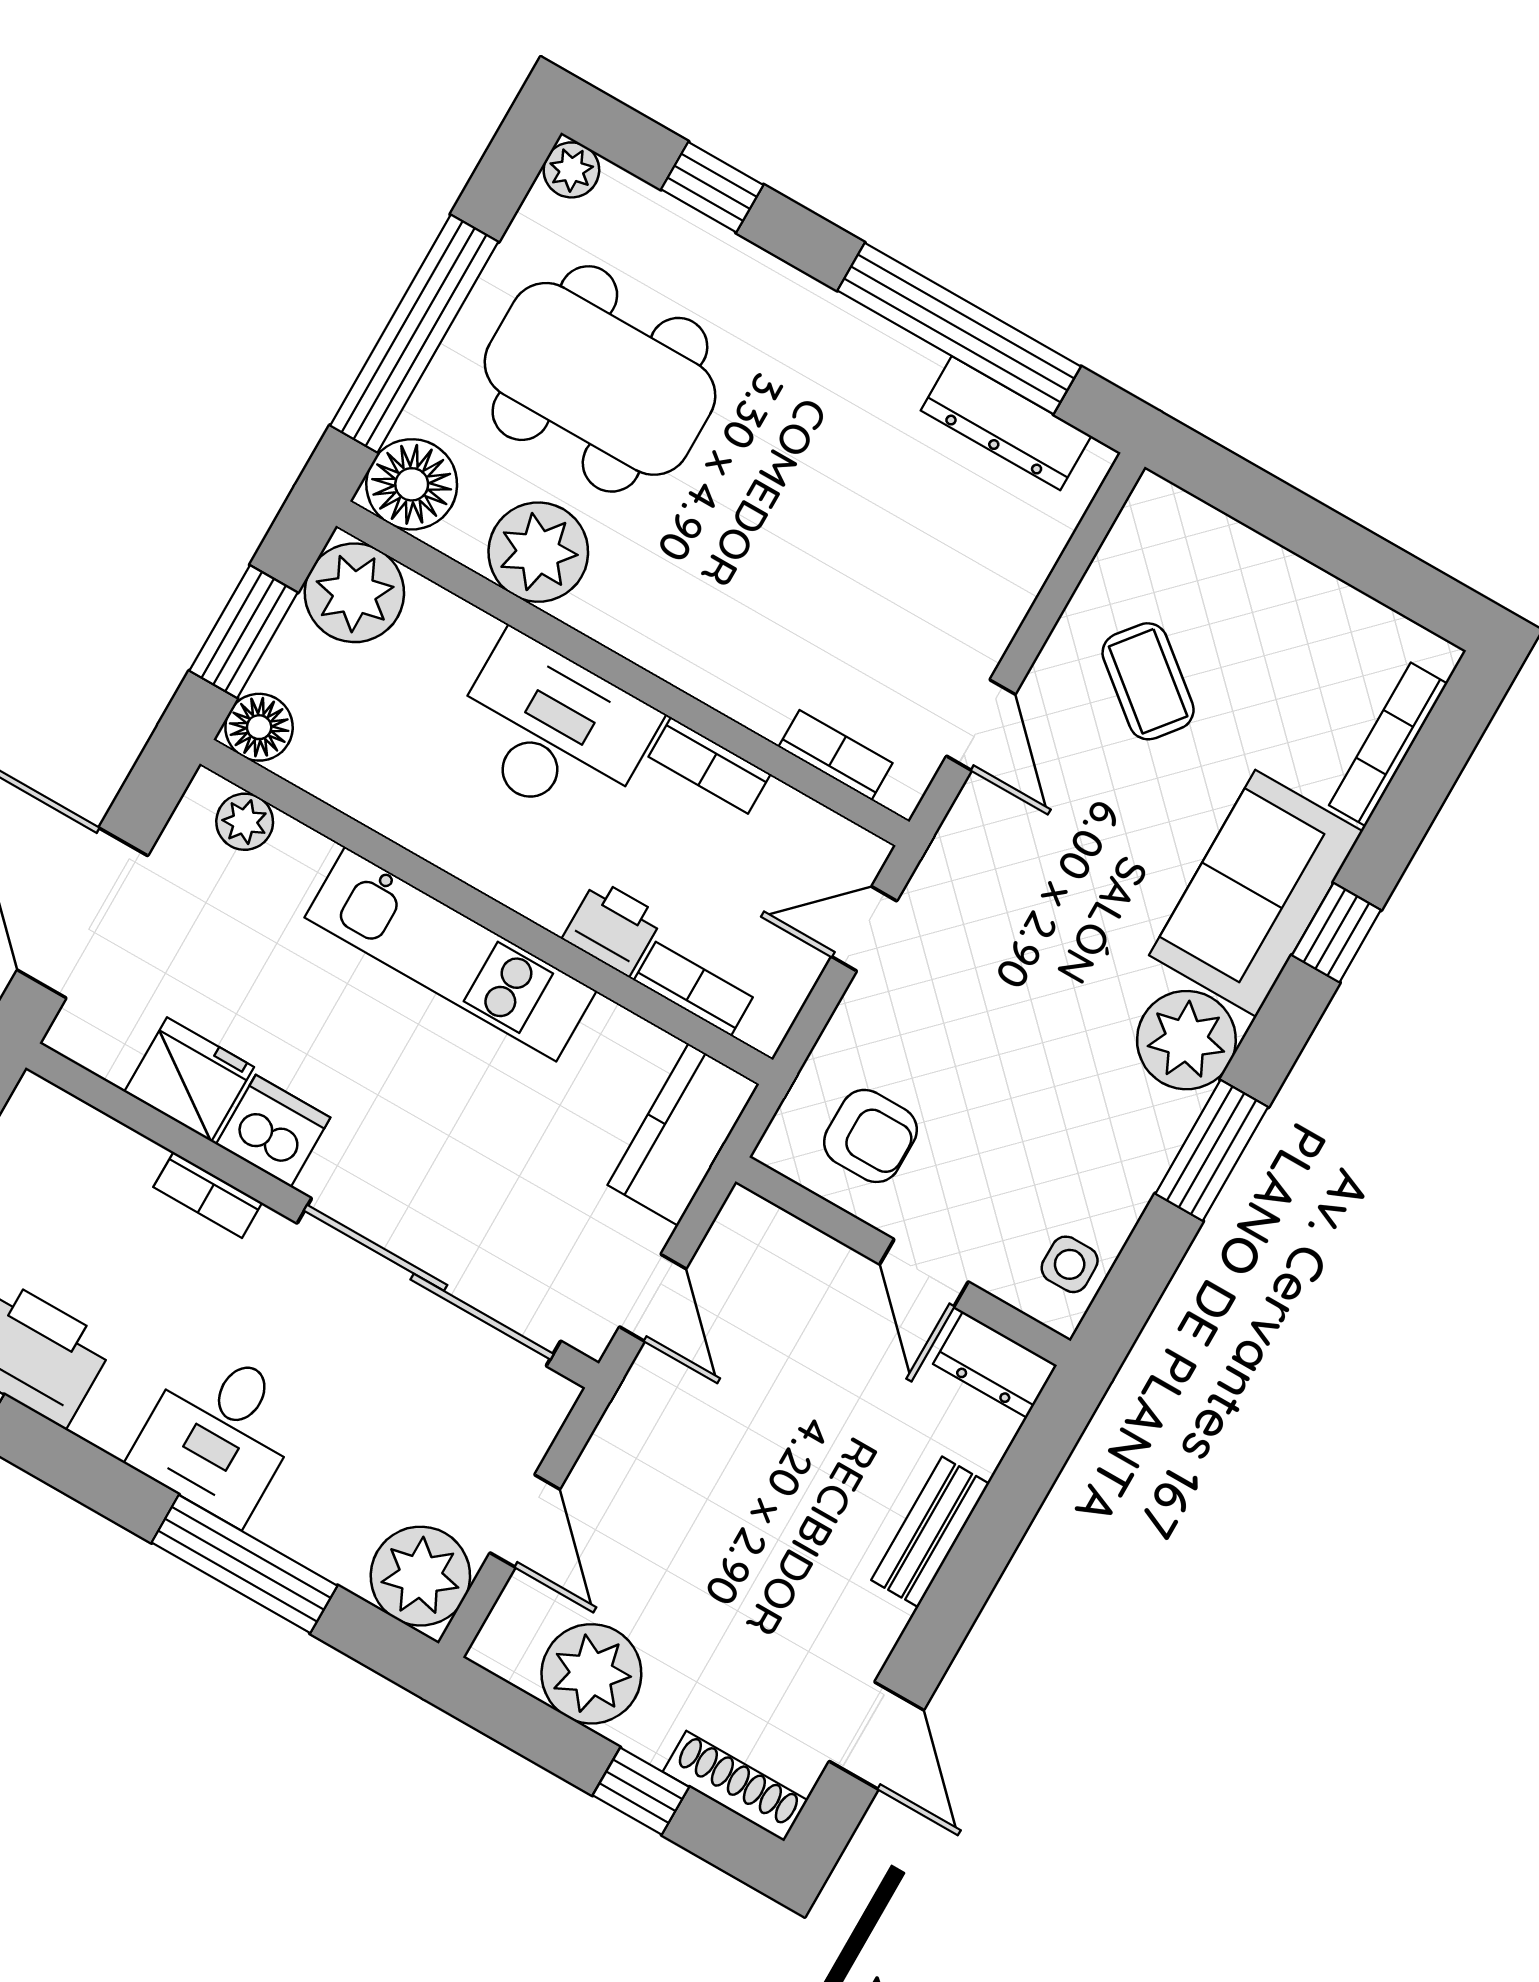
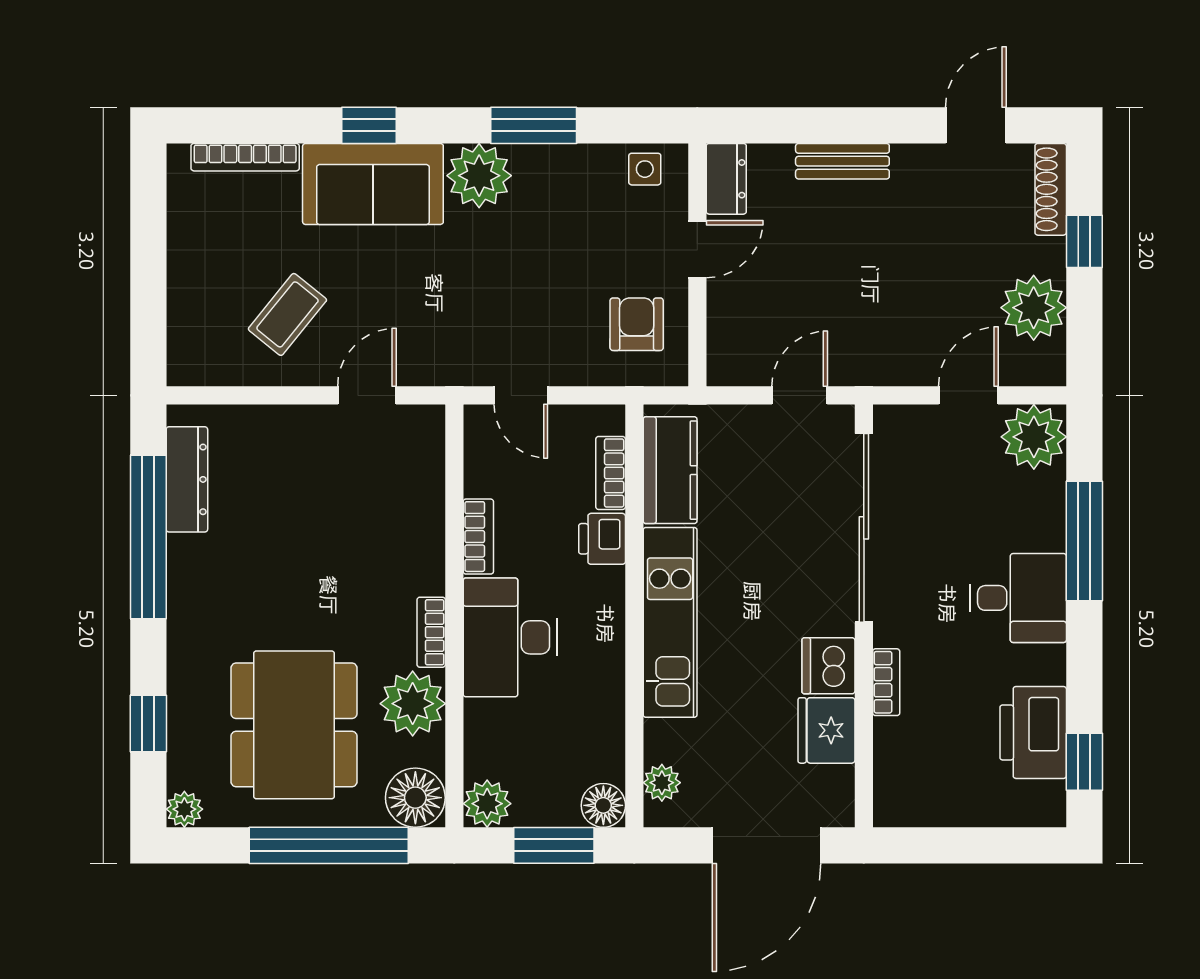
plant: (354, 593) -> (487, 804), width x0.73, depth x0.73
bookcase: (835, 755) -> (431, 632), moved
kitchen counter: (683, 1135) -> (670, 470), moved, turned -90

